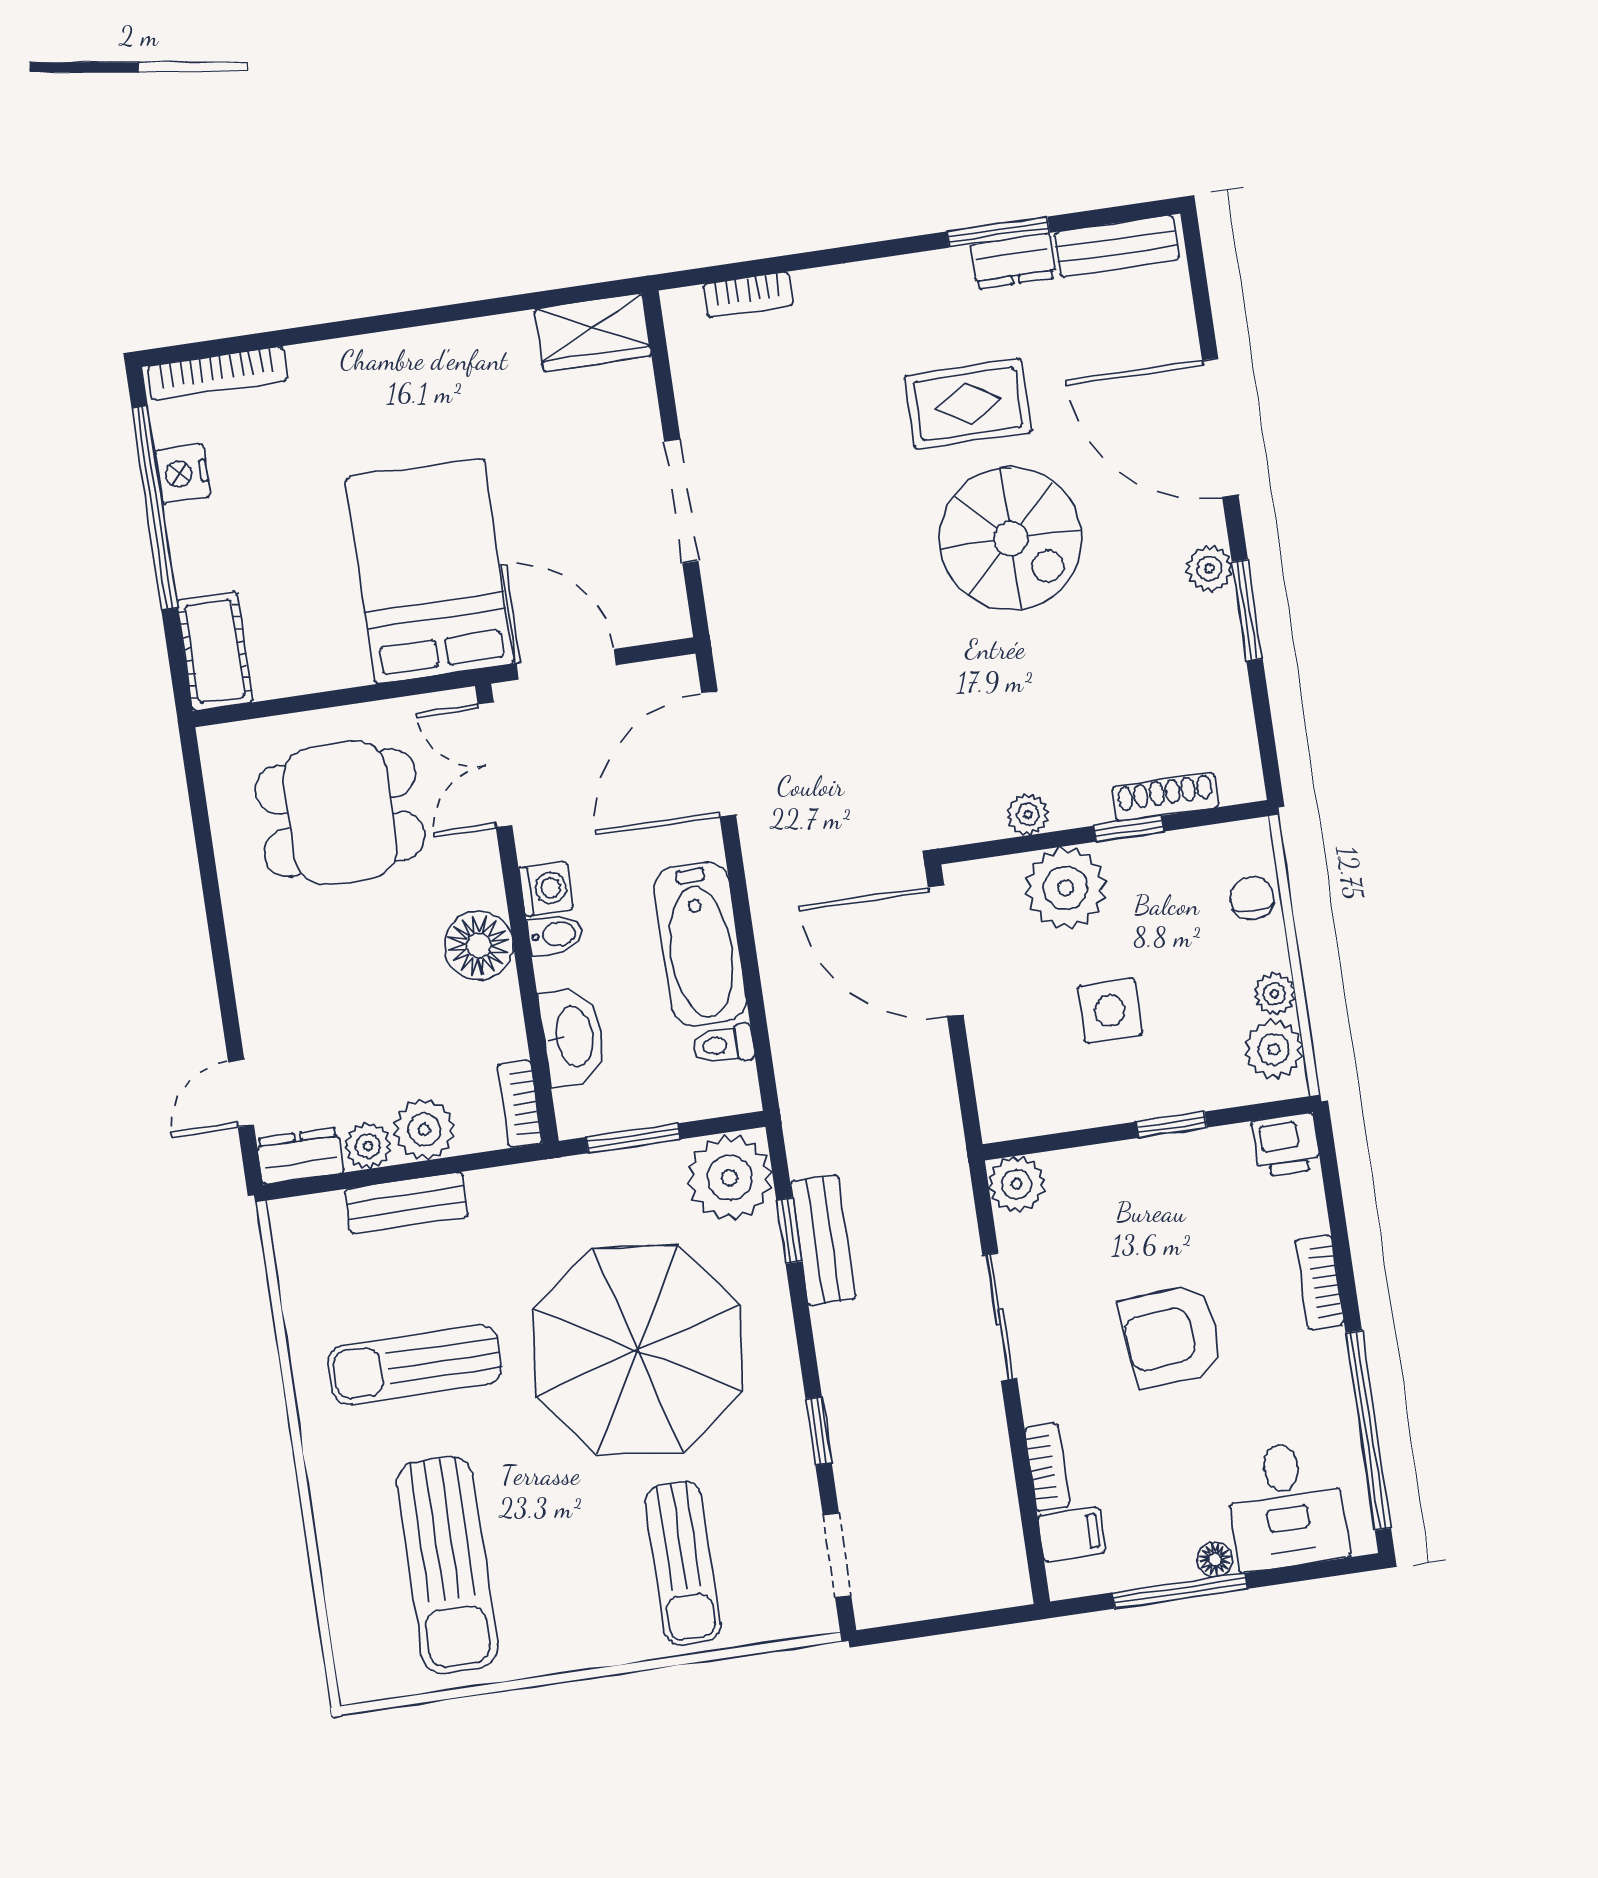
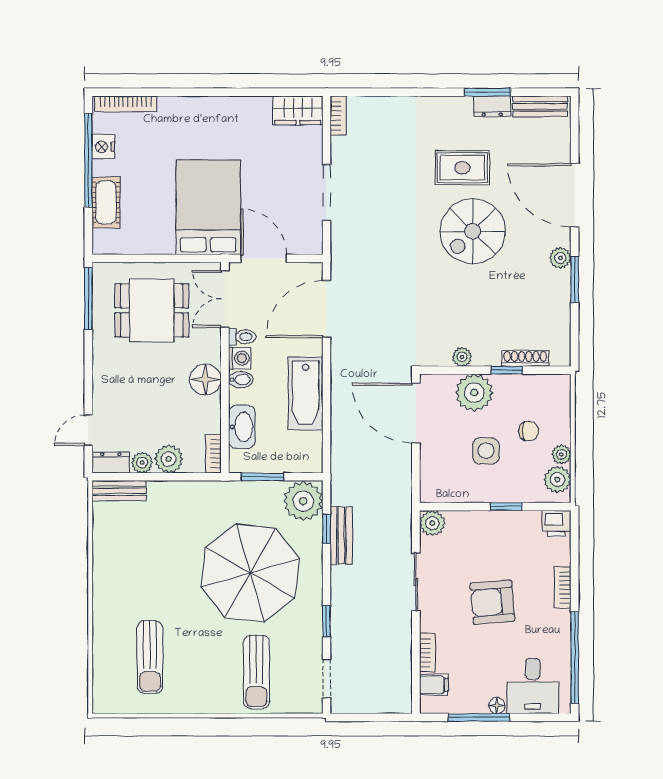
bookcase: (748, 295) -> (338, 116), moved, turned -90
spiral stairs: (1011, 539) -> (473, 231), turned 90
cot: (215, 651) -> (106, 202), moved
window: (199, 807) -> (88, 299), added
chair: (1252, 898) -> (529, 431), moved, turned 90
toilet: (723, 1045) -> (242, 337), moved, turned 180
bench: (406, 1203) -> (119, 491), moved
sun lounger: (415, 1365) -> (149, 565), removed
sun lounger: (447, 1565) -> (150, 657), width x0.73, depth x0.75

